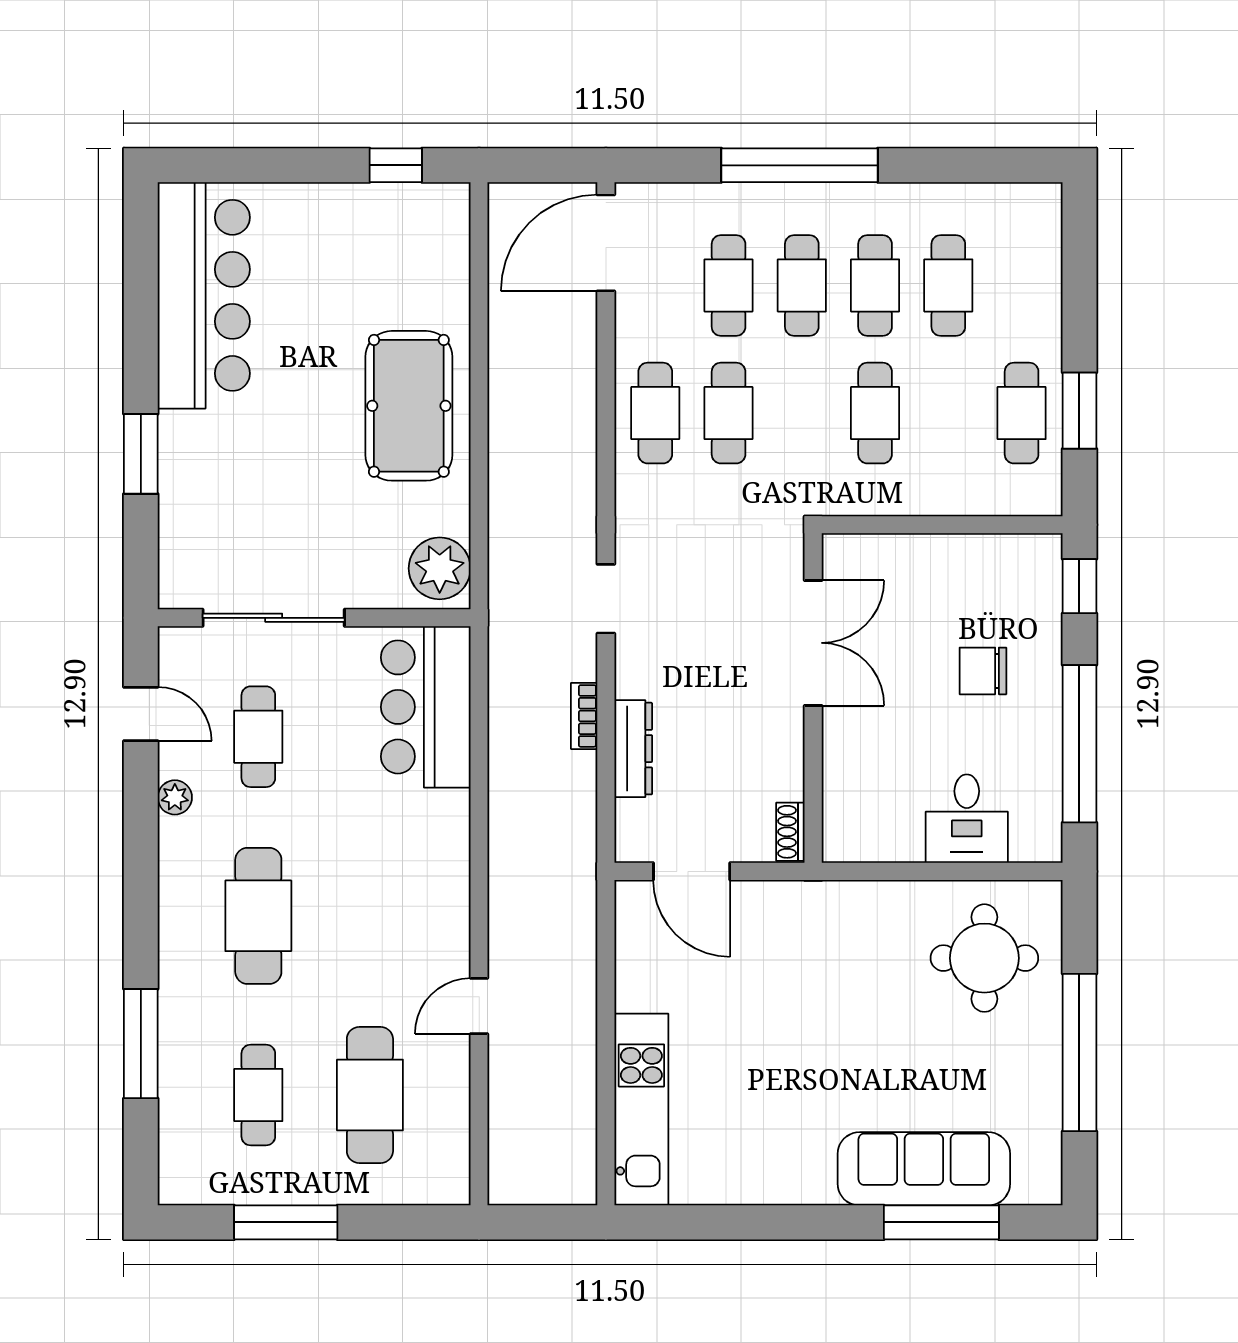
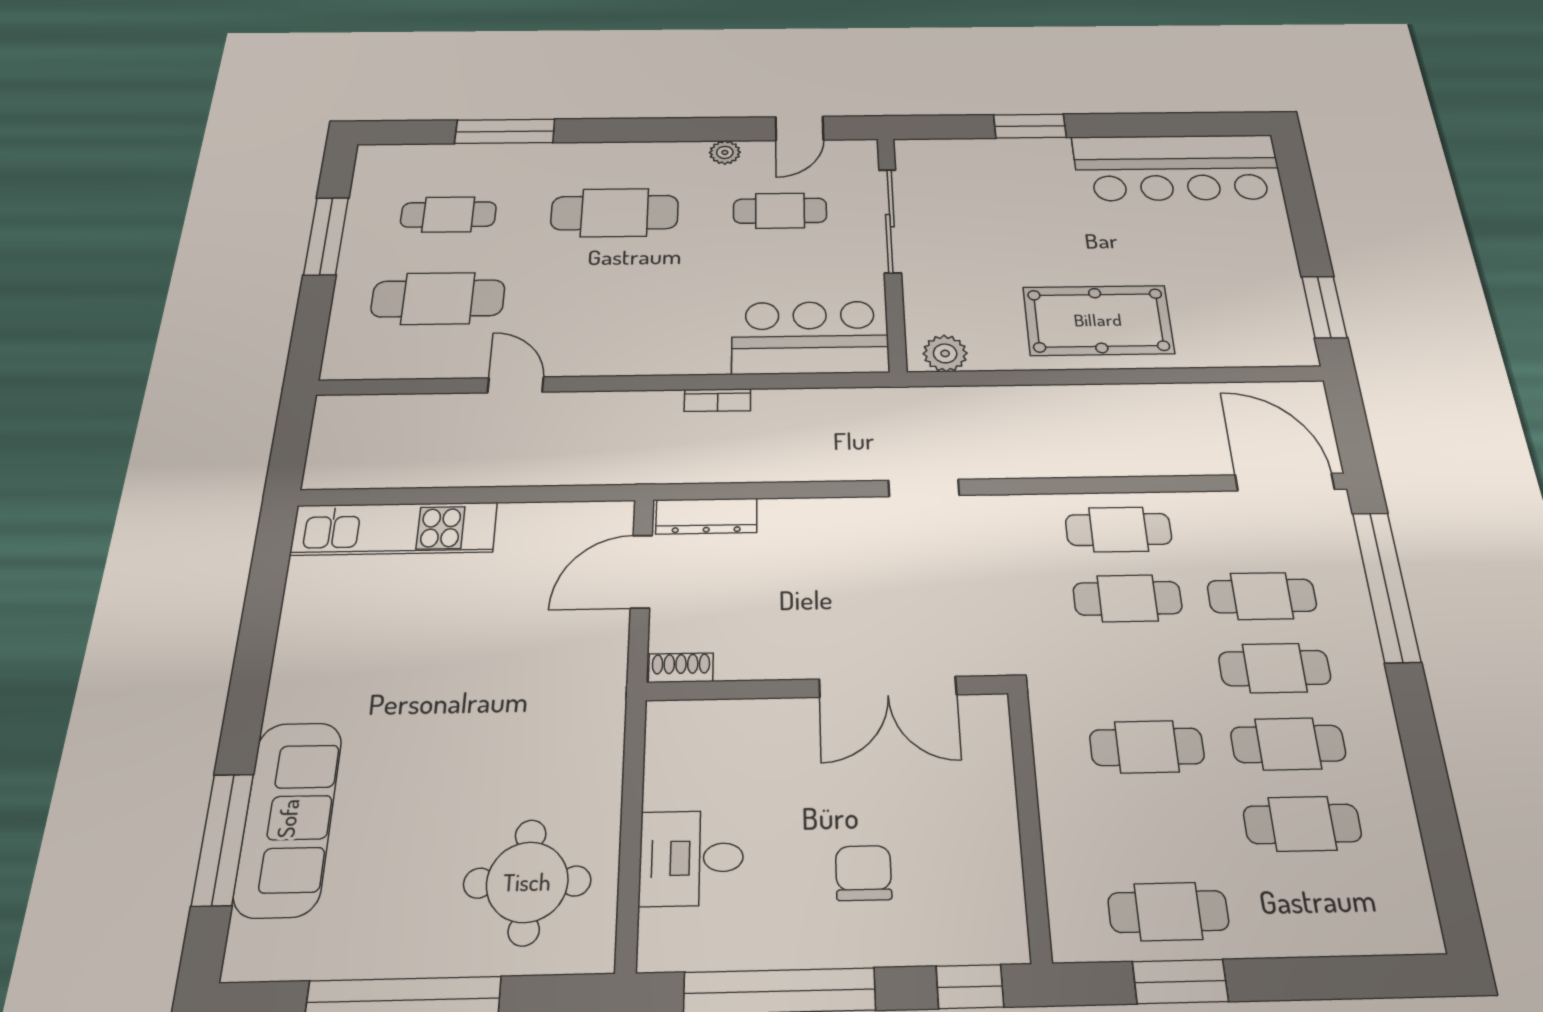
window: (396, 165) -> (1324, 307), width x1.50
window: (799, 165) -> (1386, 586), moved
plant: (440, 568) -> (945, 353), width x0.73, depth x0.73
bookcase: (584, 716) -> (717, 400), moved, turned 180
dresser: (633, 749) -> (706, 516), moved

